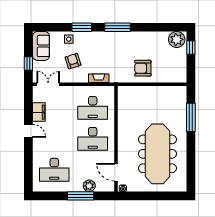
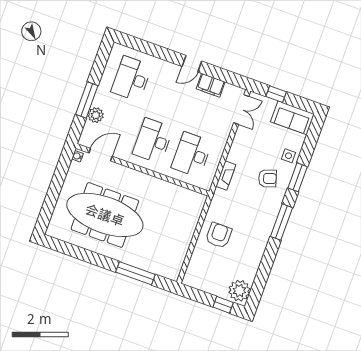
armchair: (73, 61) -> (267, 178), moved

